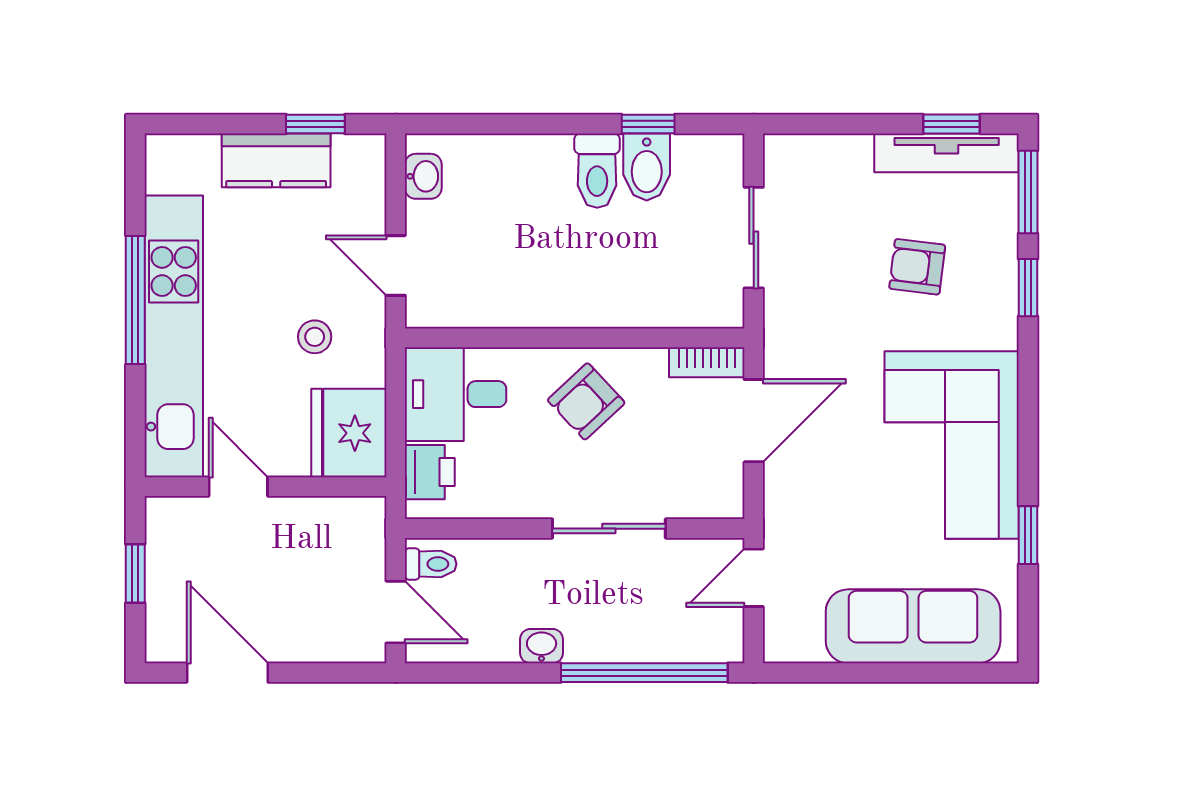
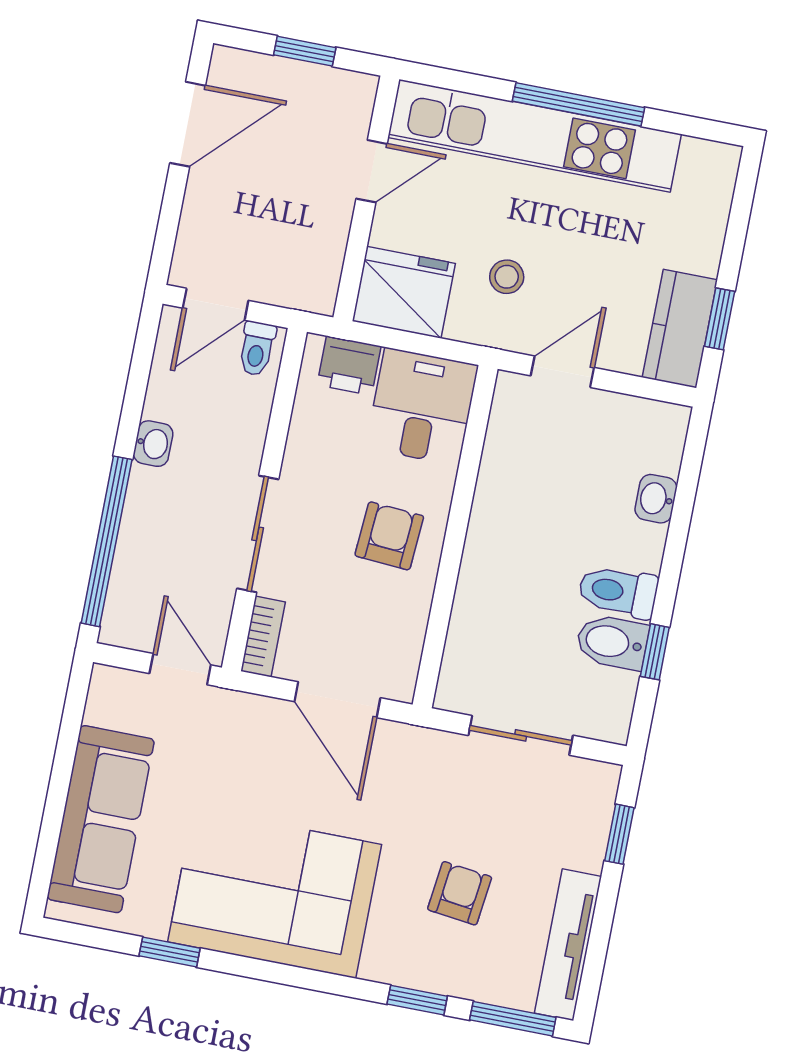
window: (951, 124) -> (619, 834), moved
kitchen counter: (276, 160) -> (680, 329), moved
washbasin: (423, 176) -> (656, 499), moved, turned 90
bookcase: (707, 362) -> (263, 637), moved, turned 180
armchair: (586, 401) -> (389, 536), turned 47

